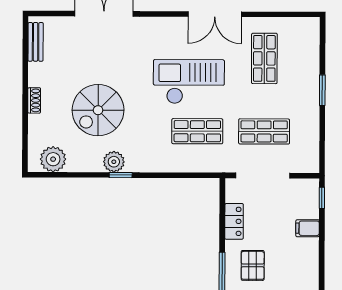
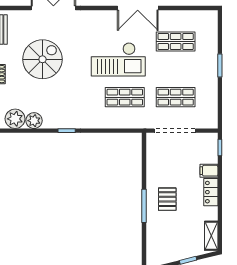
shop shelf: (264, 58) -> (176, 42), turned 90
checkout: (189, 82) -> (118, 59), turned 180
spiral stairs: (98, 110) -> (42, 59), moved, turned 180
plant: (114, 162) -> (34, 121), moved
locker: (234, 221) -> (211, 192), moved, turned 180

